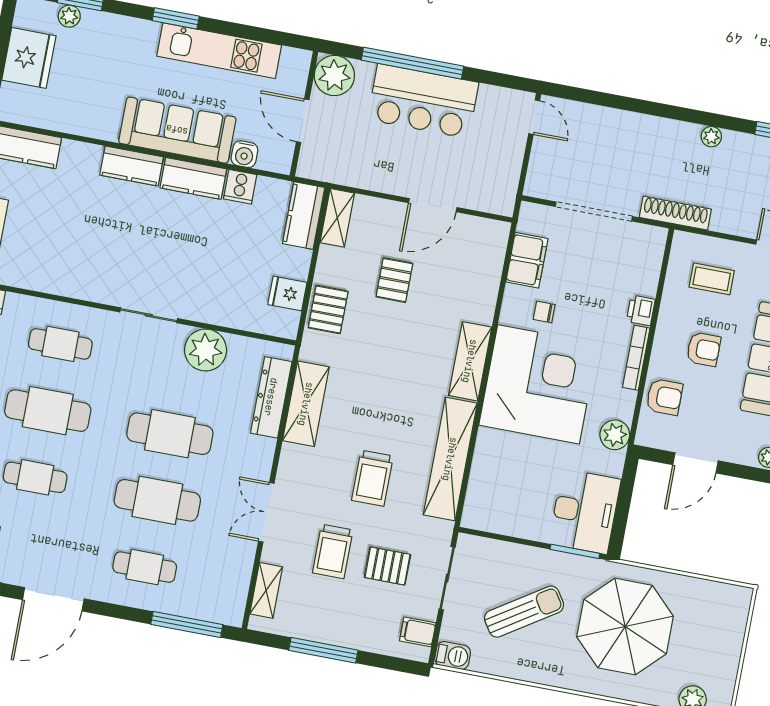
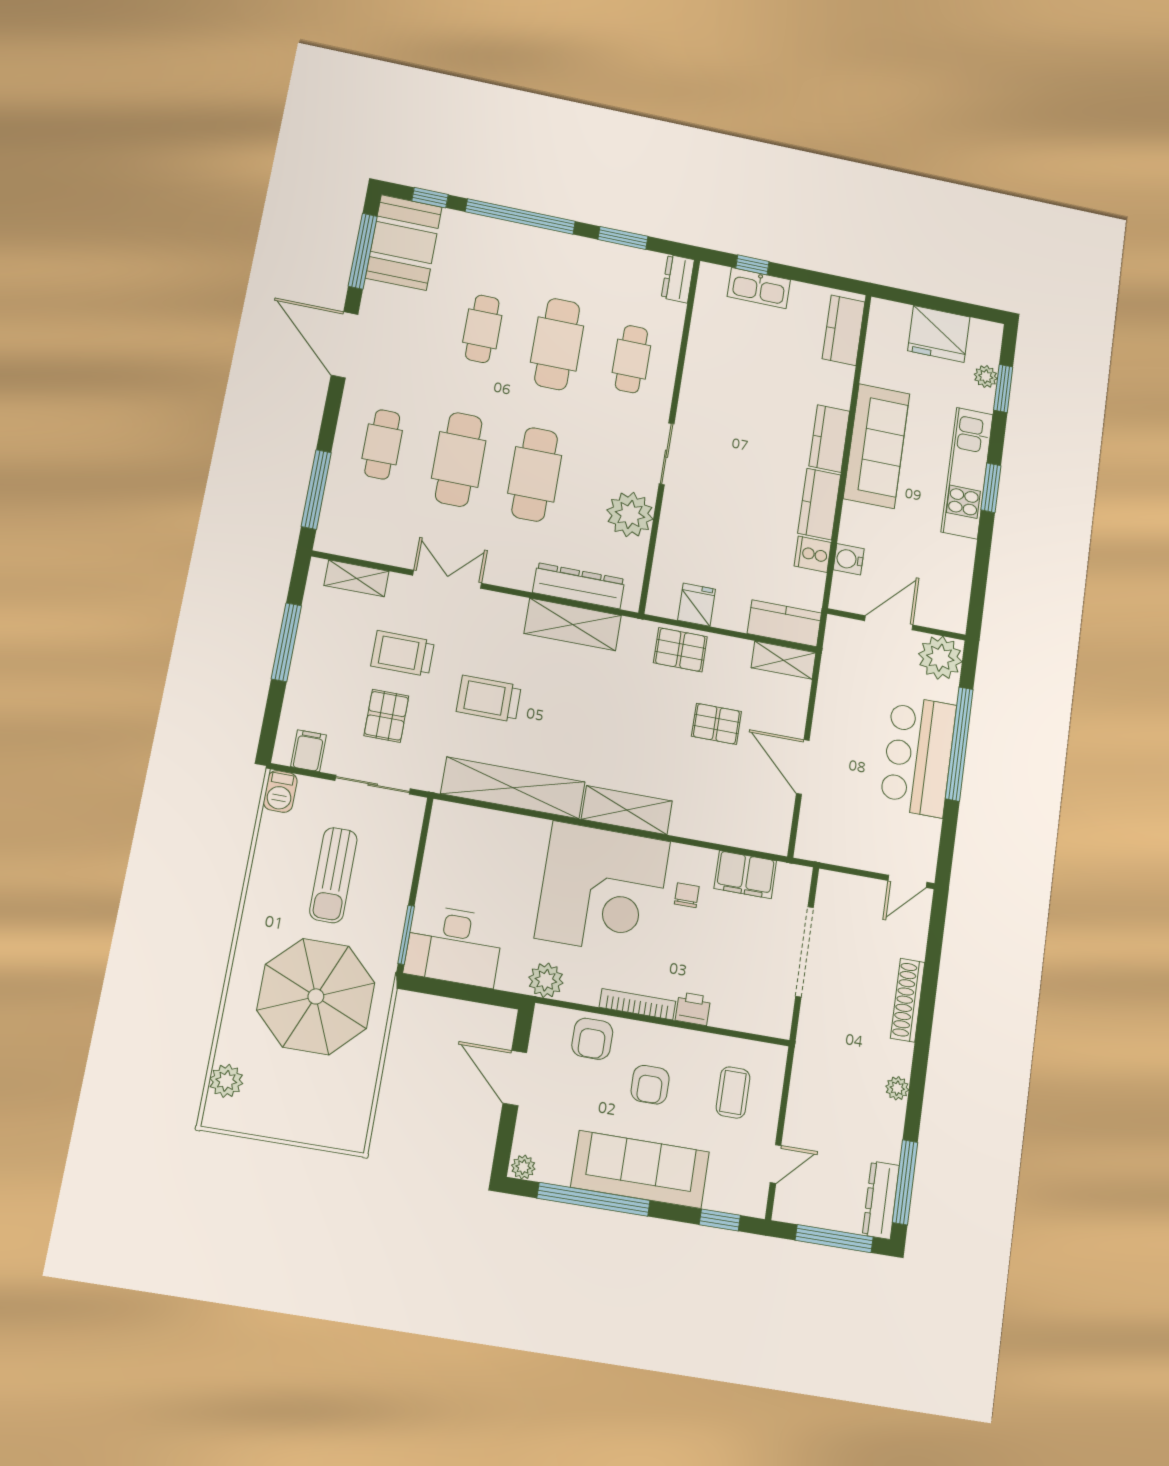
kitchen unit: (219, 51) -> (967, 473), moved
sofa: (177, 130) -> (877, 446), moved
shoe rack: (675, 213) -> (908, 1000), moved, turned 180
sun lounger: (524, 612) -> (333, 875), turned 33

